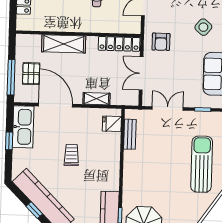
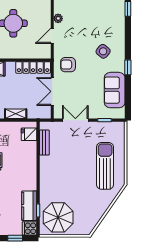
armchair: (161, 42) -> (68, 65), turned 90

